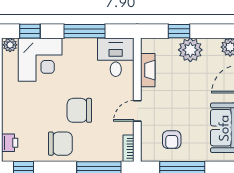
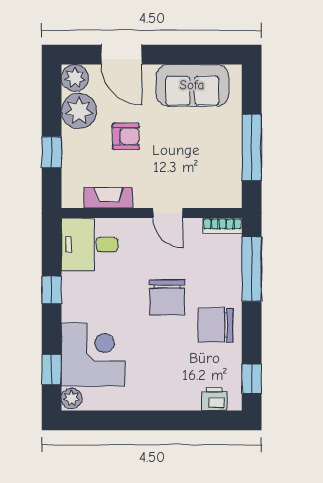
window: (84, 31) -> (52, 290), width x0.46
plant: (190, 50) -> (79, 111), moved
armchair: (172, 140) -> (126, 136), moved
chair: (60, 144) -> (215, 325), turned -90

